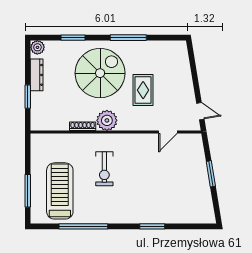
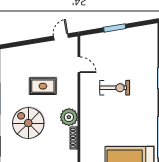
spiral stairs: (100, 73) -> (28, 123), width x0.73, depth x0.73
exercise bike: (104, 169) -> (115, 88), moved

